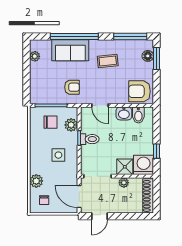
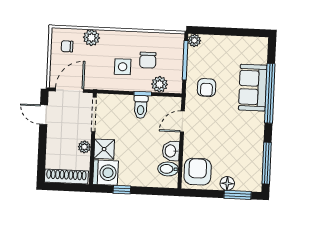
plant: (35, 56) -> (194, 40), moved
floor lamp: (148, 56) -> (227, 183), moved
coffee table: (108, 61) -> (237, 134), removed
chair: (51, 122) -> (148, 60), moved

